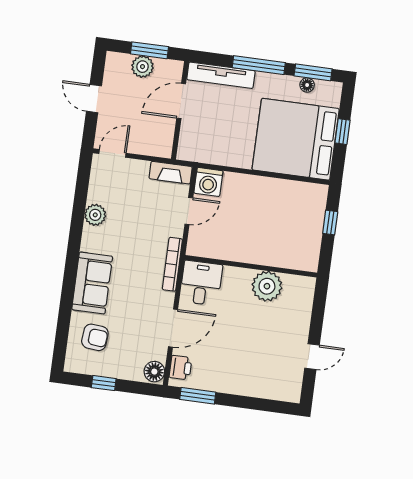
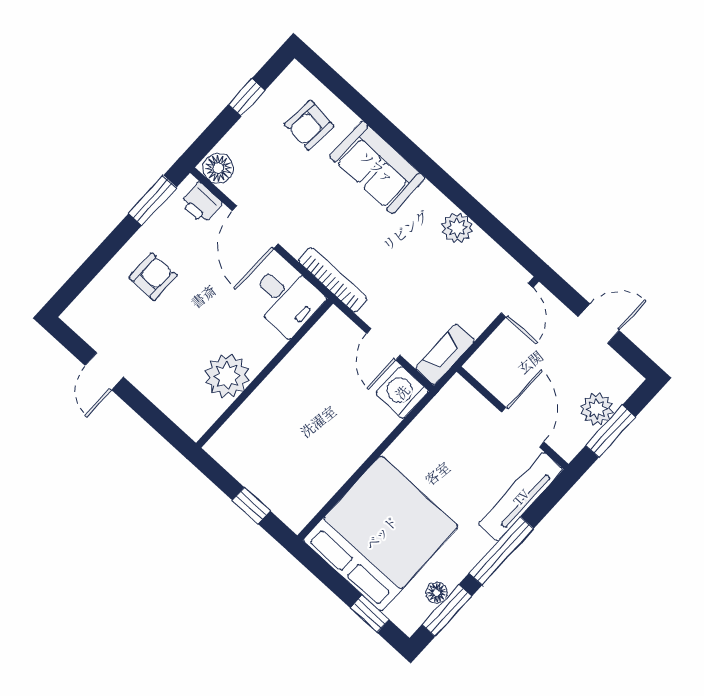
window: (342, 132) -> (370, 614), moved
armchair: (240, 366) -> (153, 277), added

